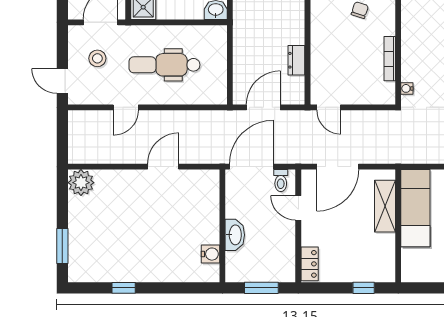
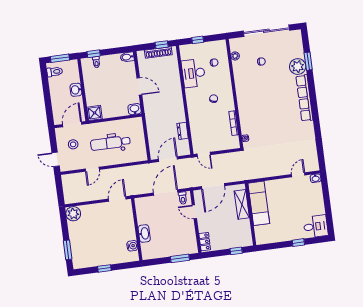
wall: (222, 226) -> (137, 229), moved
washbasin: (235, 235) -> (144, 233), moved
water cooler: (210, 254) -> (132, 246), moved

